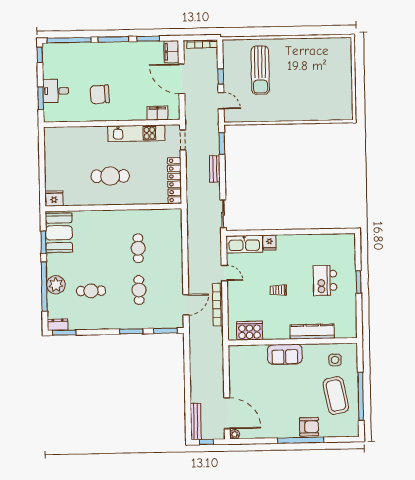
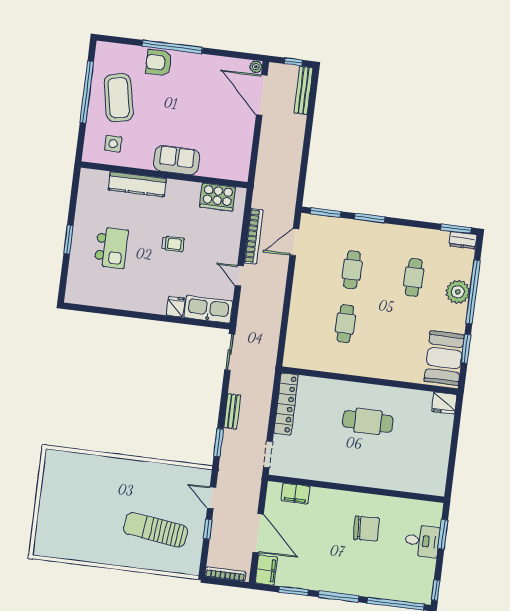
sun lounger: (260, 70) -> (156, 530), turned -83
kitchen unit: (136, 133) -> (326, 471), removed
cafe table: (91, 291) -> (414, 277), turned 90

